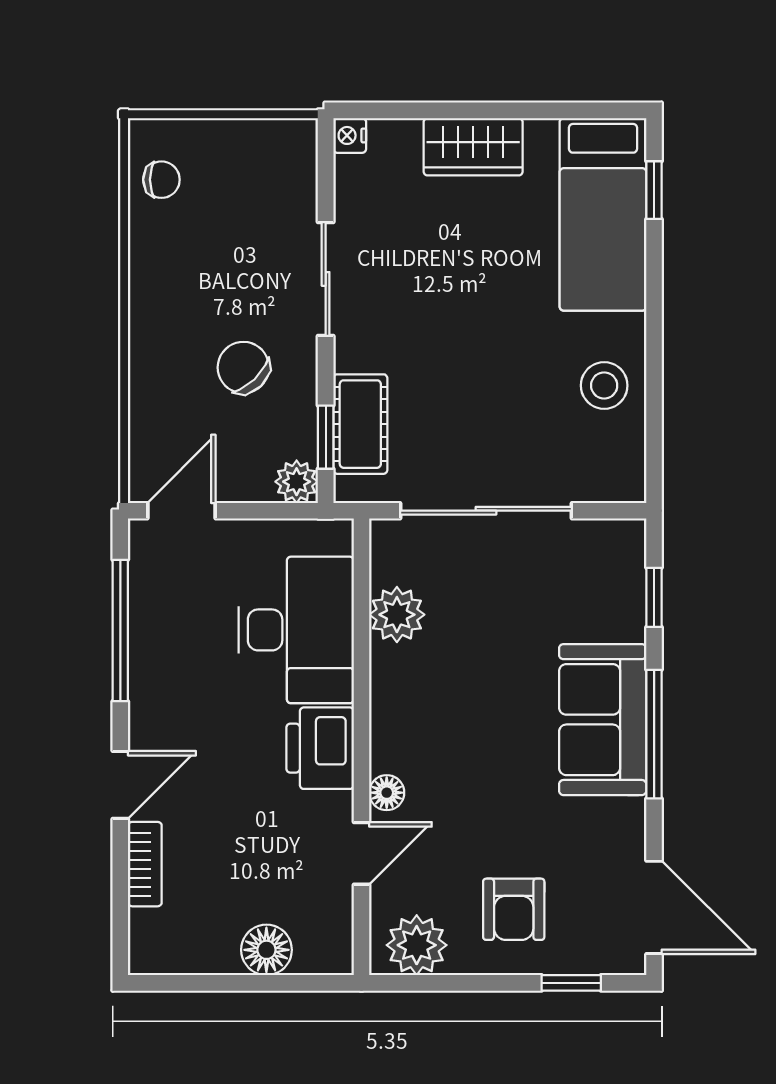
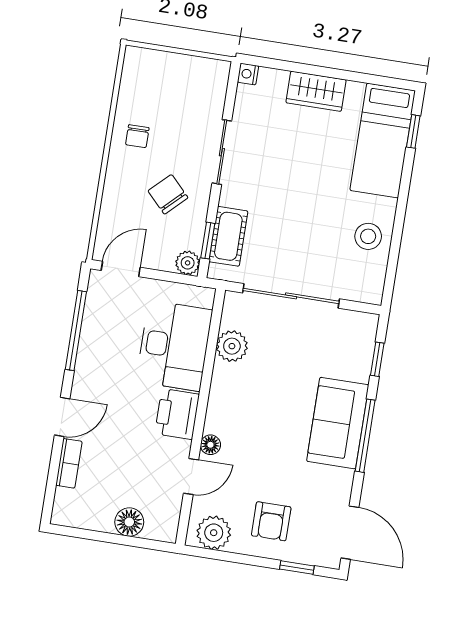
chair: (161, 180) -> (137, 136), moved, turned 90

